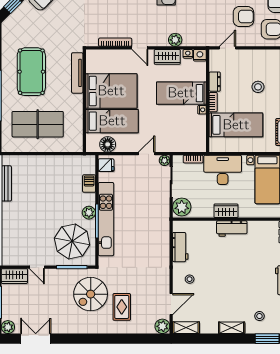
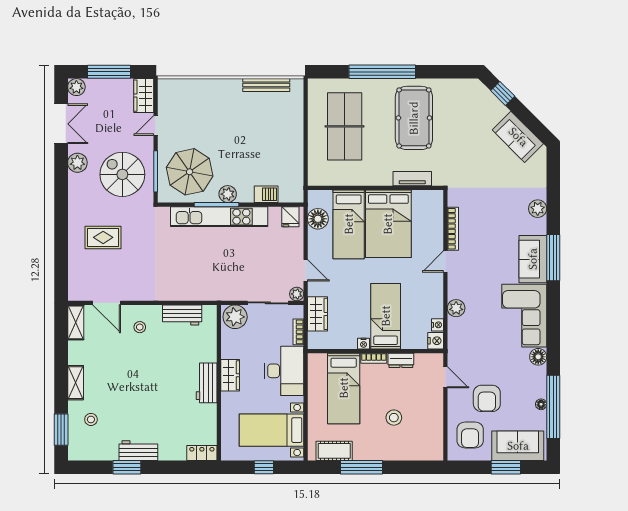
wardrobe: (167, 57) -> (317, 314), moved, turned 180
pool table: (31, 72) -> (414, 118), turned 90
tv unit: (77, 73) -> (412, 179), width x0.71
spiral stairs: (91, 294) -> (122, 174), moved
plant: (162, 326) -> (77, 163), moved

